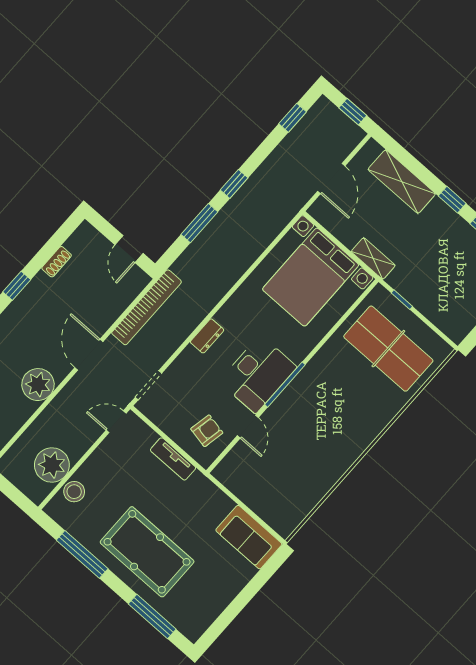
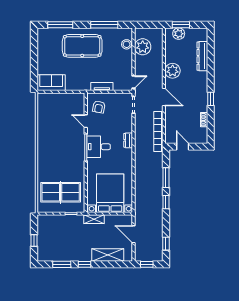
desk: (258, 374) -> (98, 147), width x0.73

